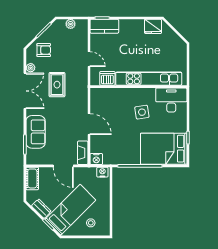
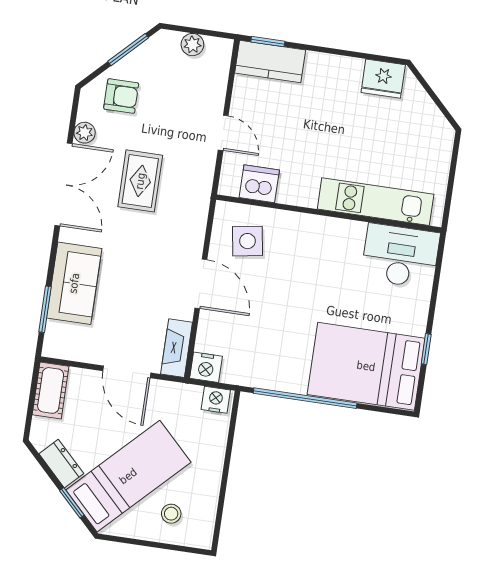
kitchen unit: (149, 79) -> (376, 202), width x0.73
side table: (142, 112) -> (248, 241), moved

